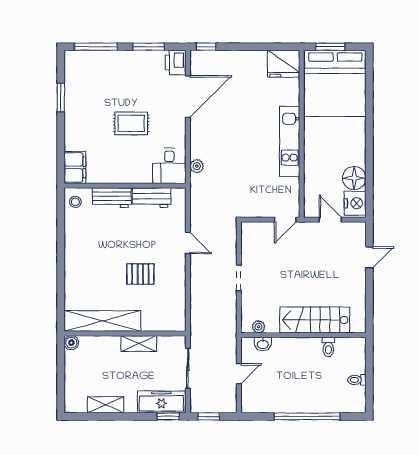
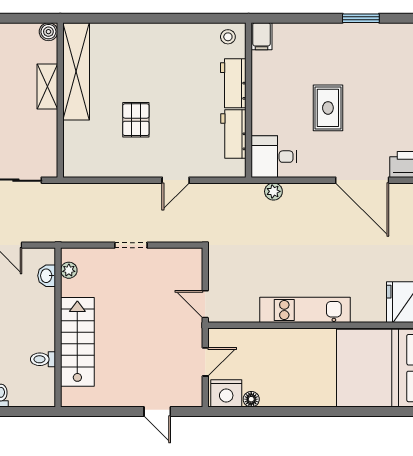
filing cabinet: (75, 167) -> (261, 36), width x0.50
floor lamp: (354, 178) -> (251, 399), width x0.53, depth x0.53
shelving: (139, 344) -> (47, 87), moved

